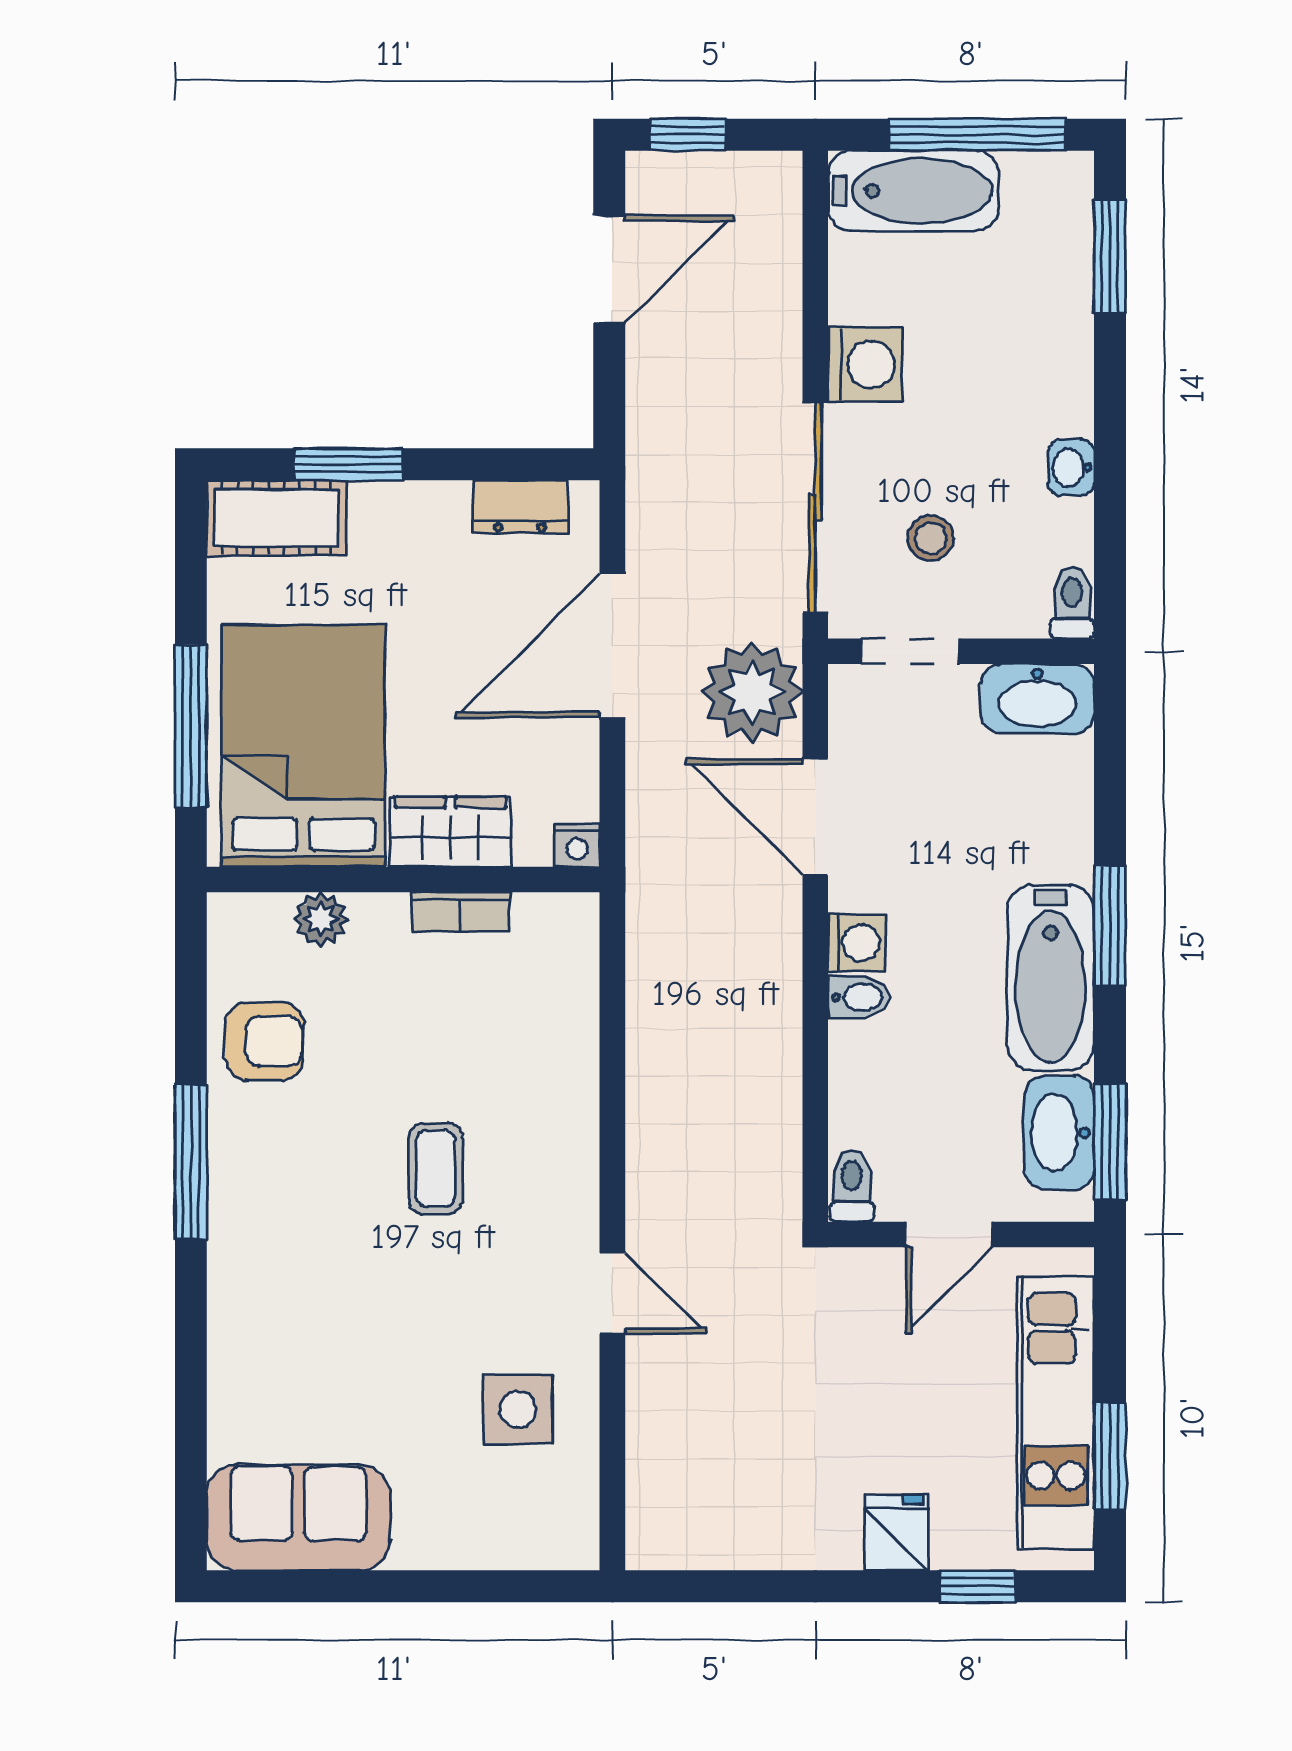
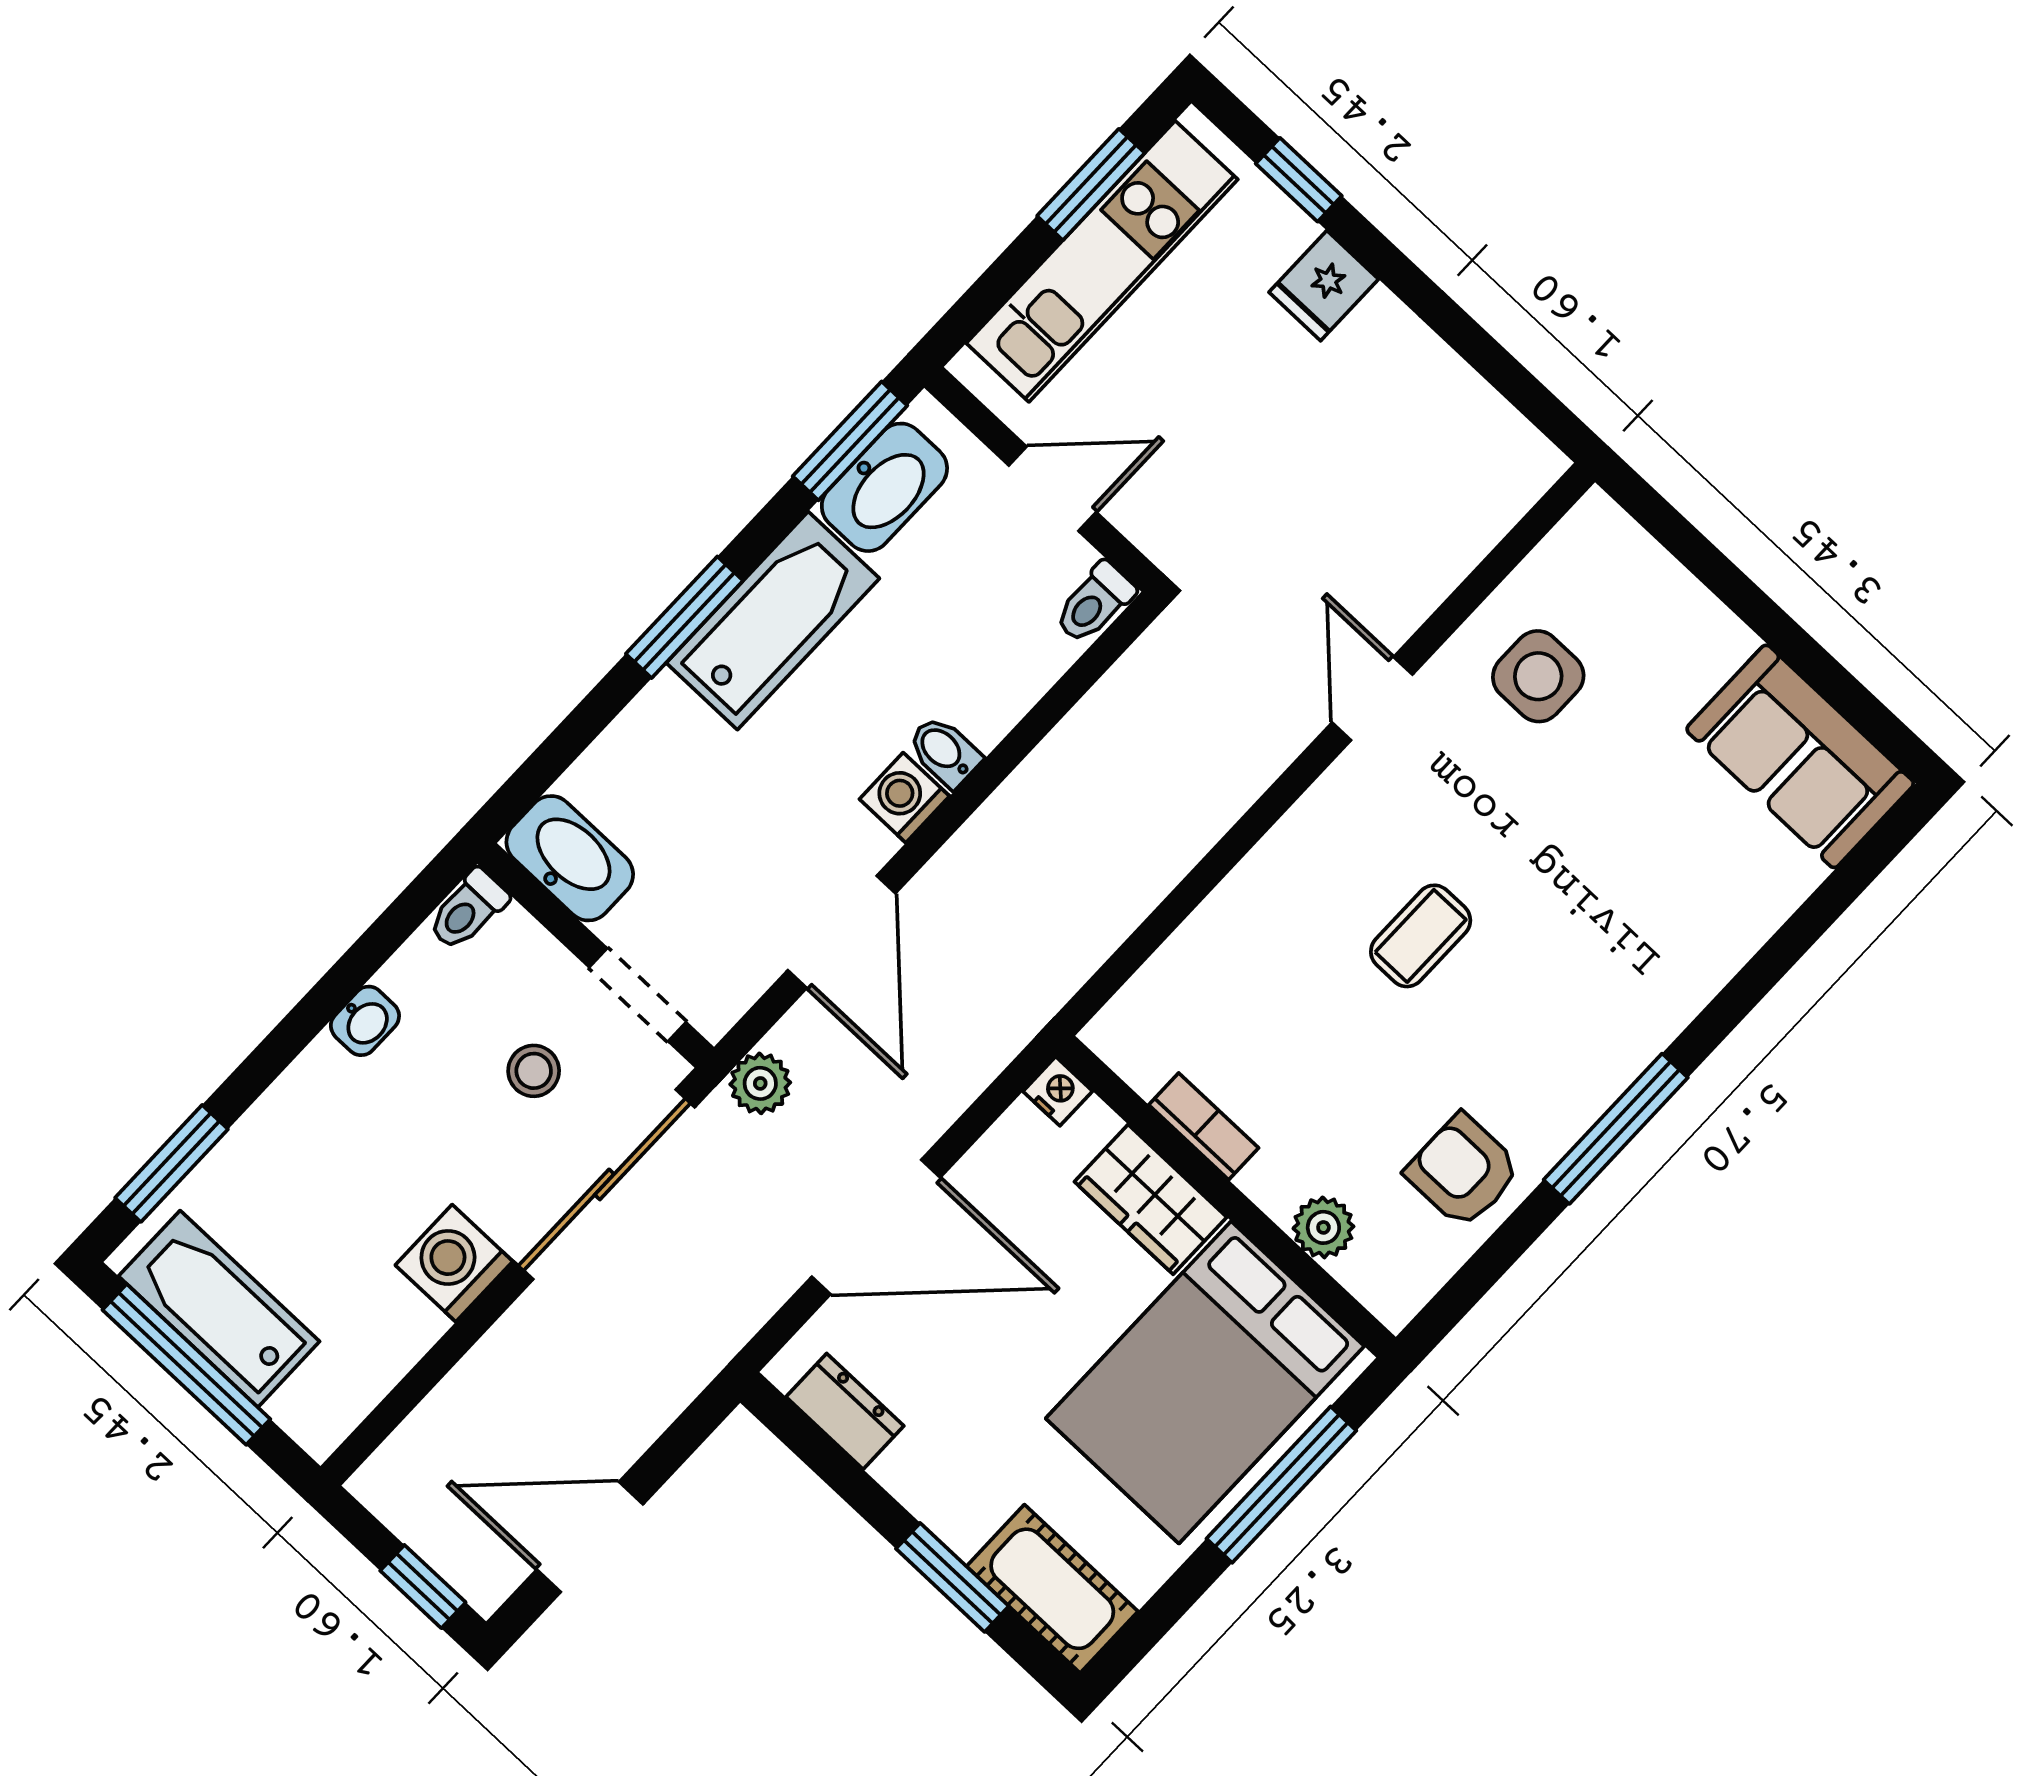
bathtub: (913, 191) -> (219, 1309), moved
plant: (752, 692) -> (760, 1083), width x0.53, depth x0.53

